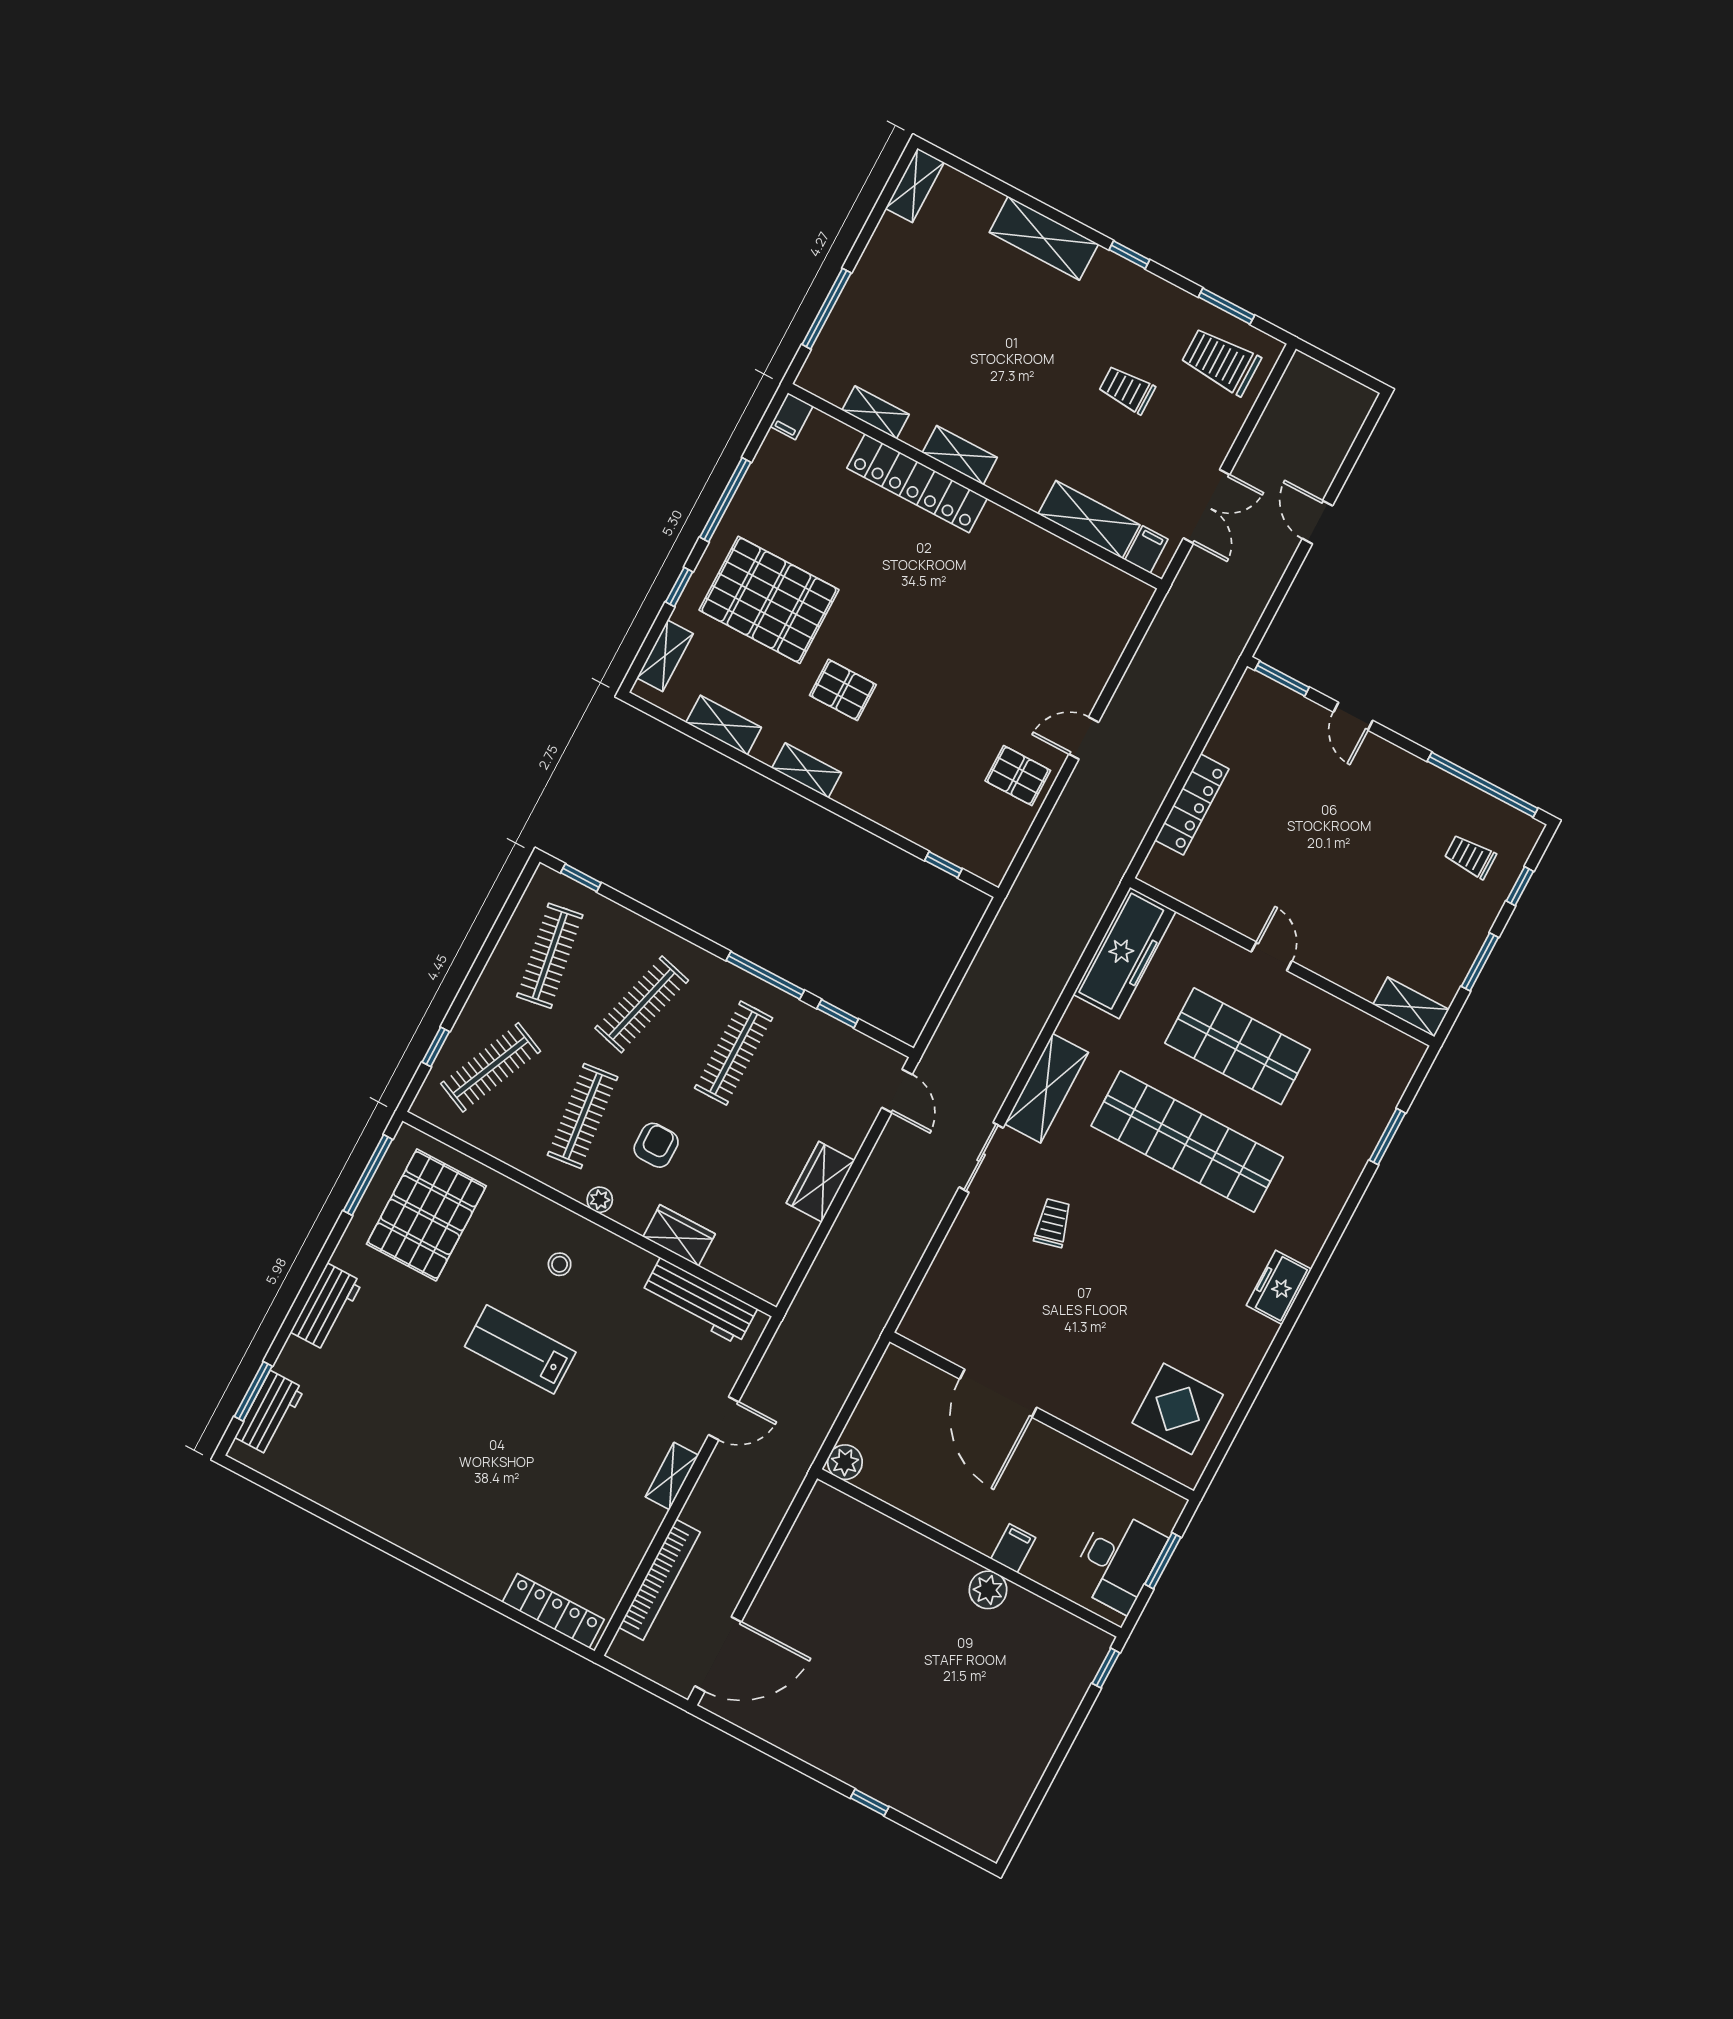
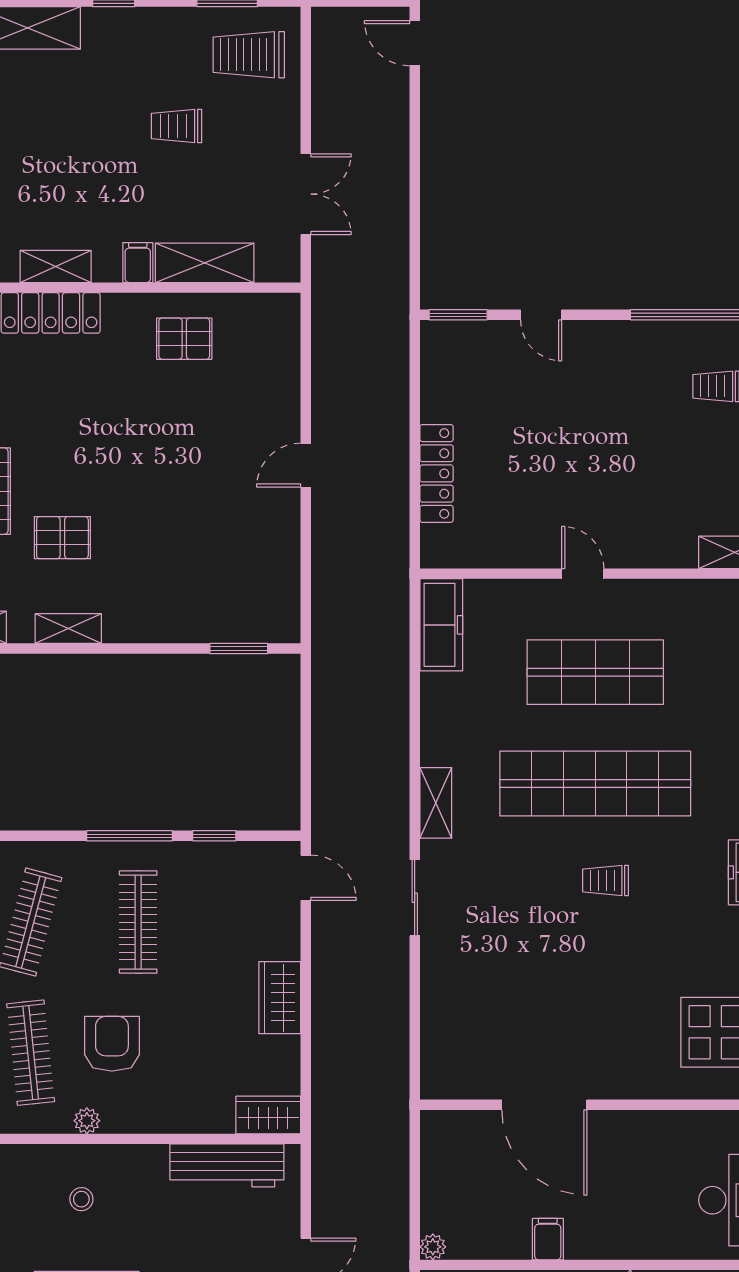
door: (1317, 522) -> (415, 43), moved
filing cabinet: (1146, 549) -> (138, 263), moved
pallet: (1018, 776) -> (184, 339), moved
window: (943, 865) -> (239, 649), width x1.50
freezer: (1125, 953) -> (441, 625), width x0.73, depth x0.79
shelving: (1047, 1088) -> (436, 803), width x0.67, depth x0.75
armchair: (656, 1145) -> (112, 1044), width x1.38, depth x1.38
trolley: (1053, 1223) -> (606, 880), moved, turned -76
wardrobe: (679, 1235) -> (268, 1115), moved
plant: (845, 1462) -> (433, 1247), width x0.73, depth x0.73
filing cabinet: (1013, 1548) -> (548, 1239), moved

